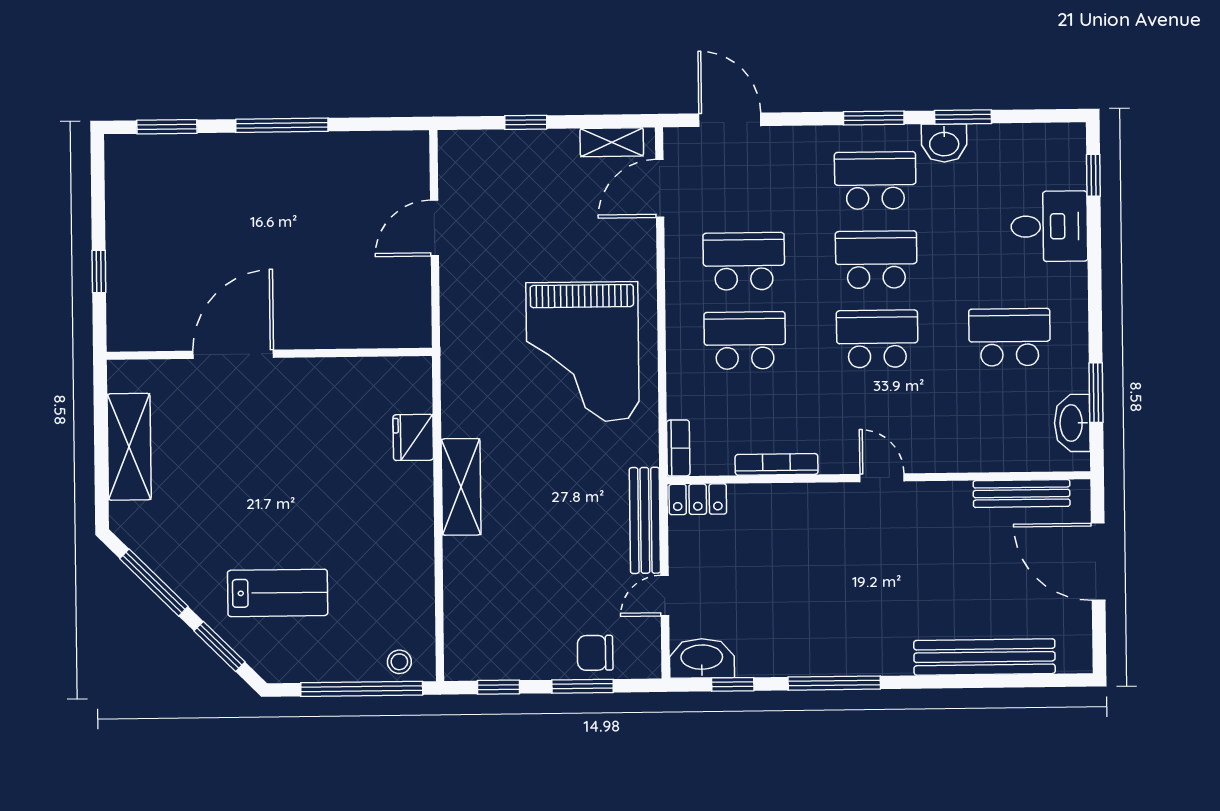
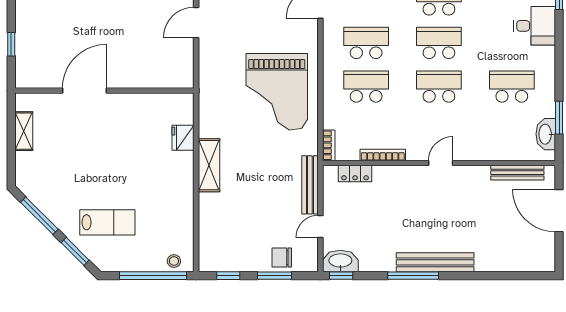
shelving: (129, 447) -> (24, 131), width x0.67, depth x0.75
door: (882, 478) -> (441, 163), hinge flipped
locker: (698, 499) -> (355, 174), moved
bench: (984, 657) -> (435, 262), moved
window: (733, 684) -> (341, 276), moved

